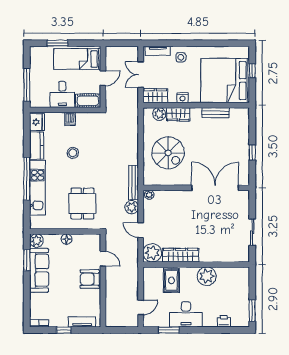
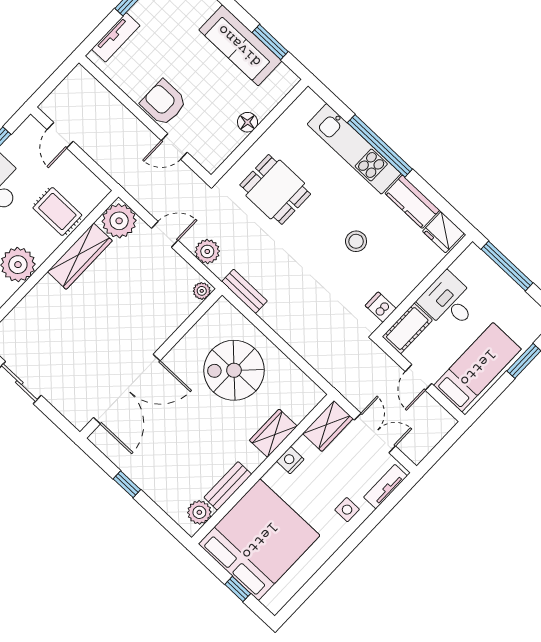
plant: (159, 114) -> (199, 512), moved
dishwasher: (70, 119) -> (381, 307), moved
bench: (134, 183) -> (244, 291), width x0.73
plant: (36, 241) -> (284, 80), removed
armchair: (90, 279) -> (164, 103), turned -90

